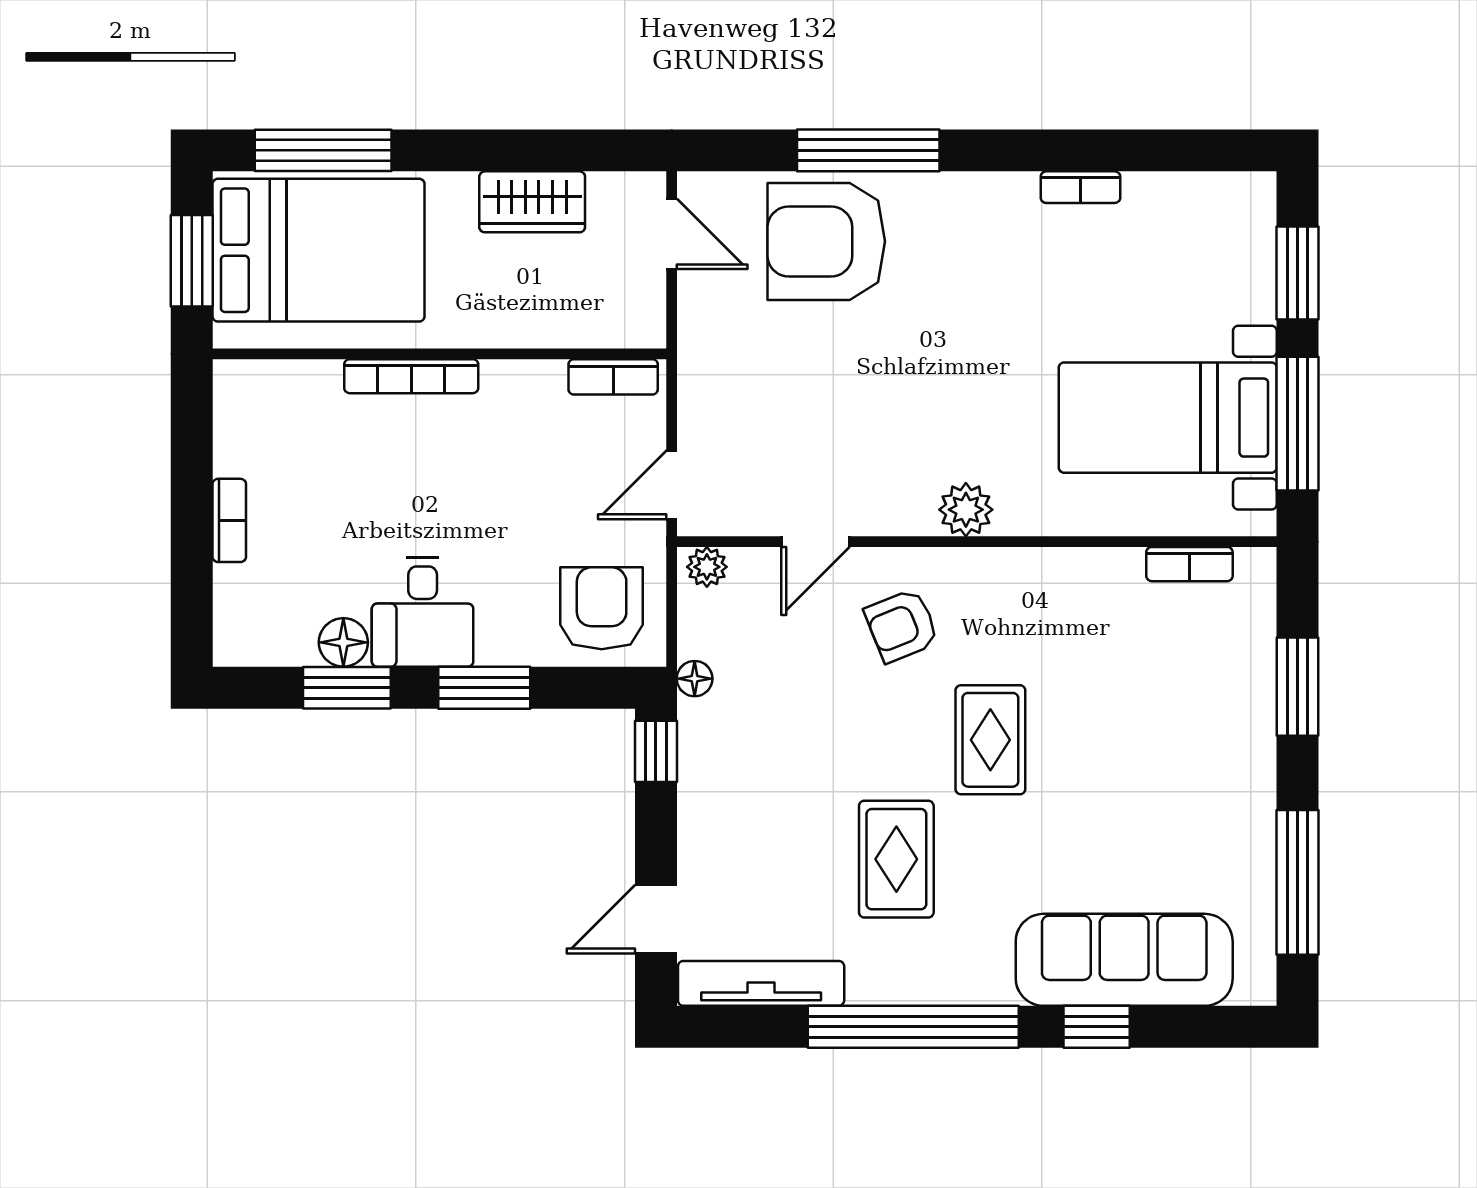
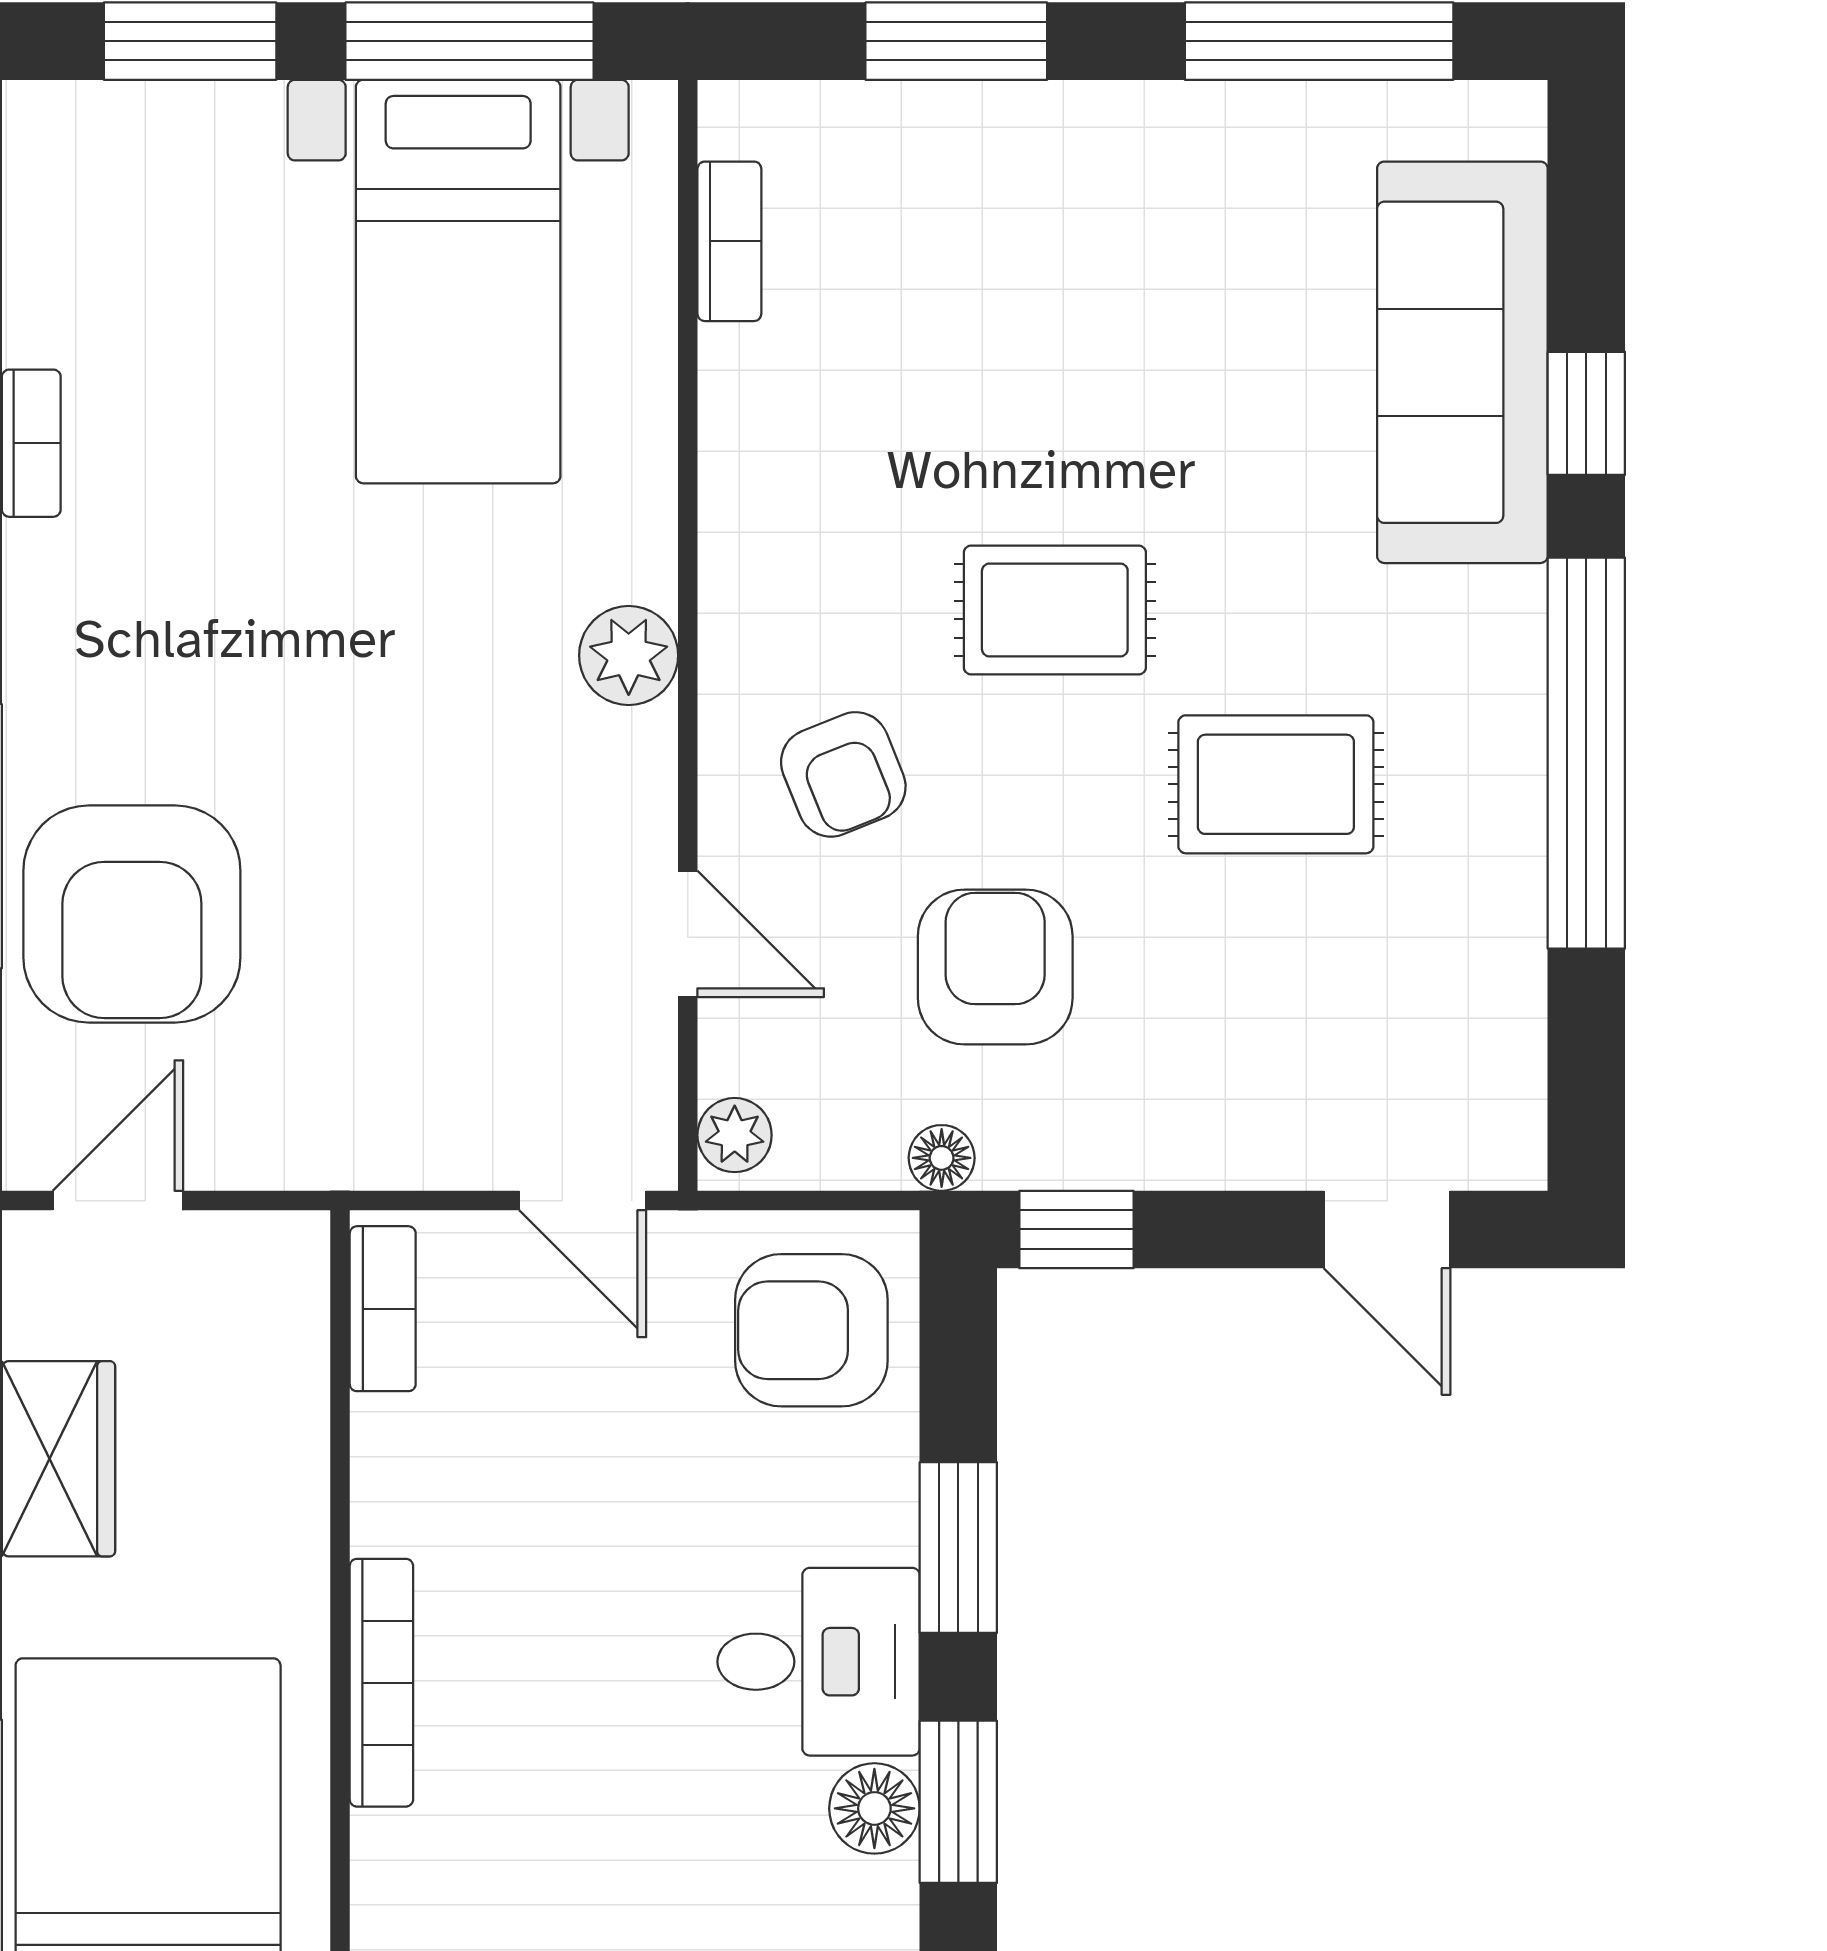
armchair: (798, 708) -> (995, 967), added
tv unit: (761, 983) -> (1506, 1035), removed

